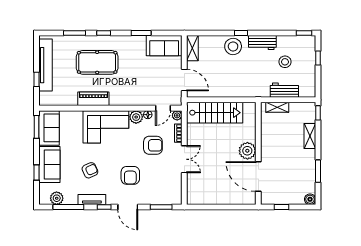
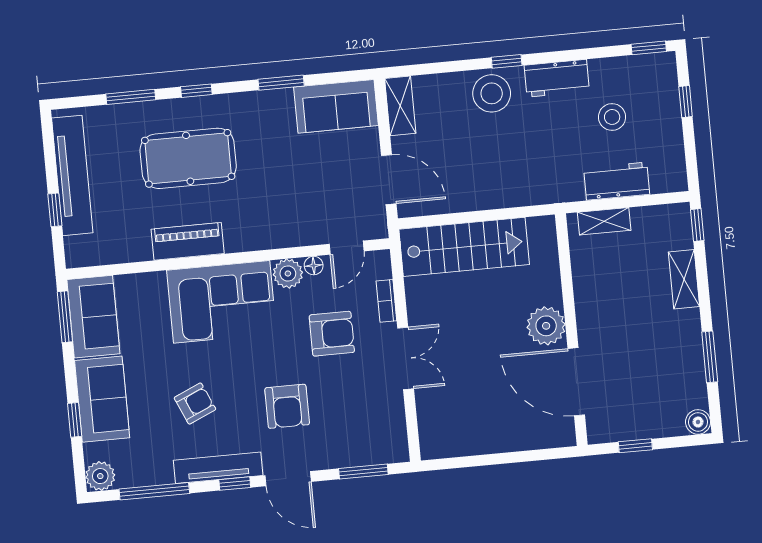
plant: (177, 115) -> (380, 261), removed
plant: (57, 198) -> (100, 476), moved
tv unit: (92, 199) -> (218, 468), width x1.41

